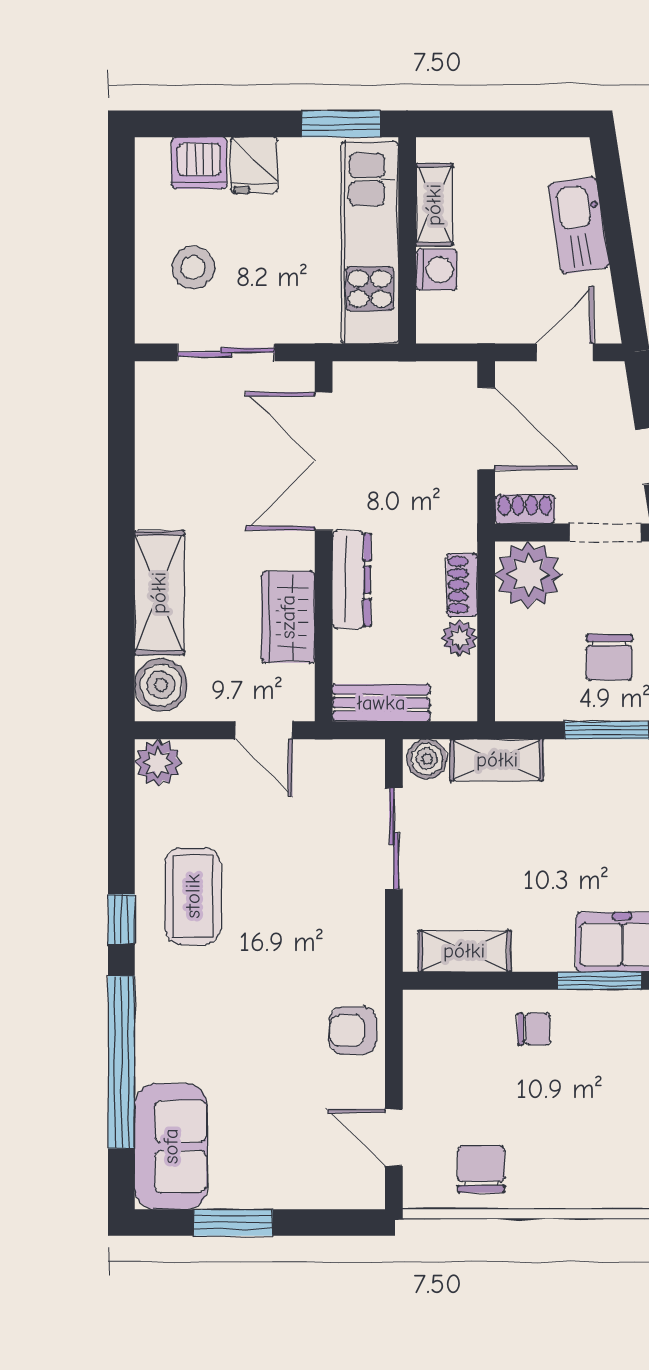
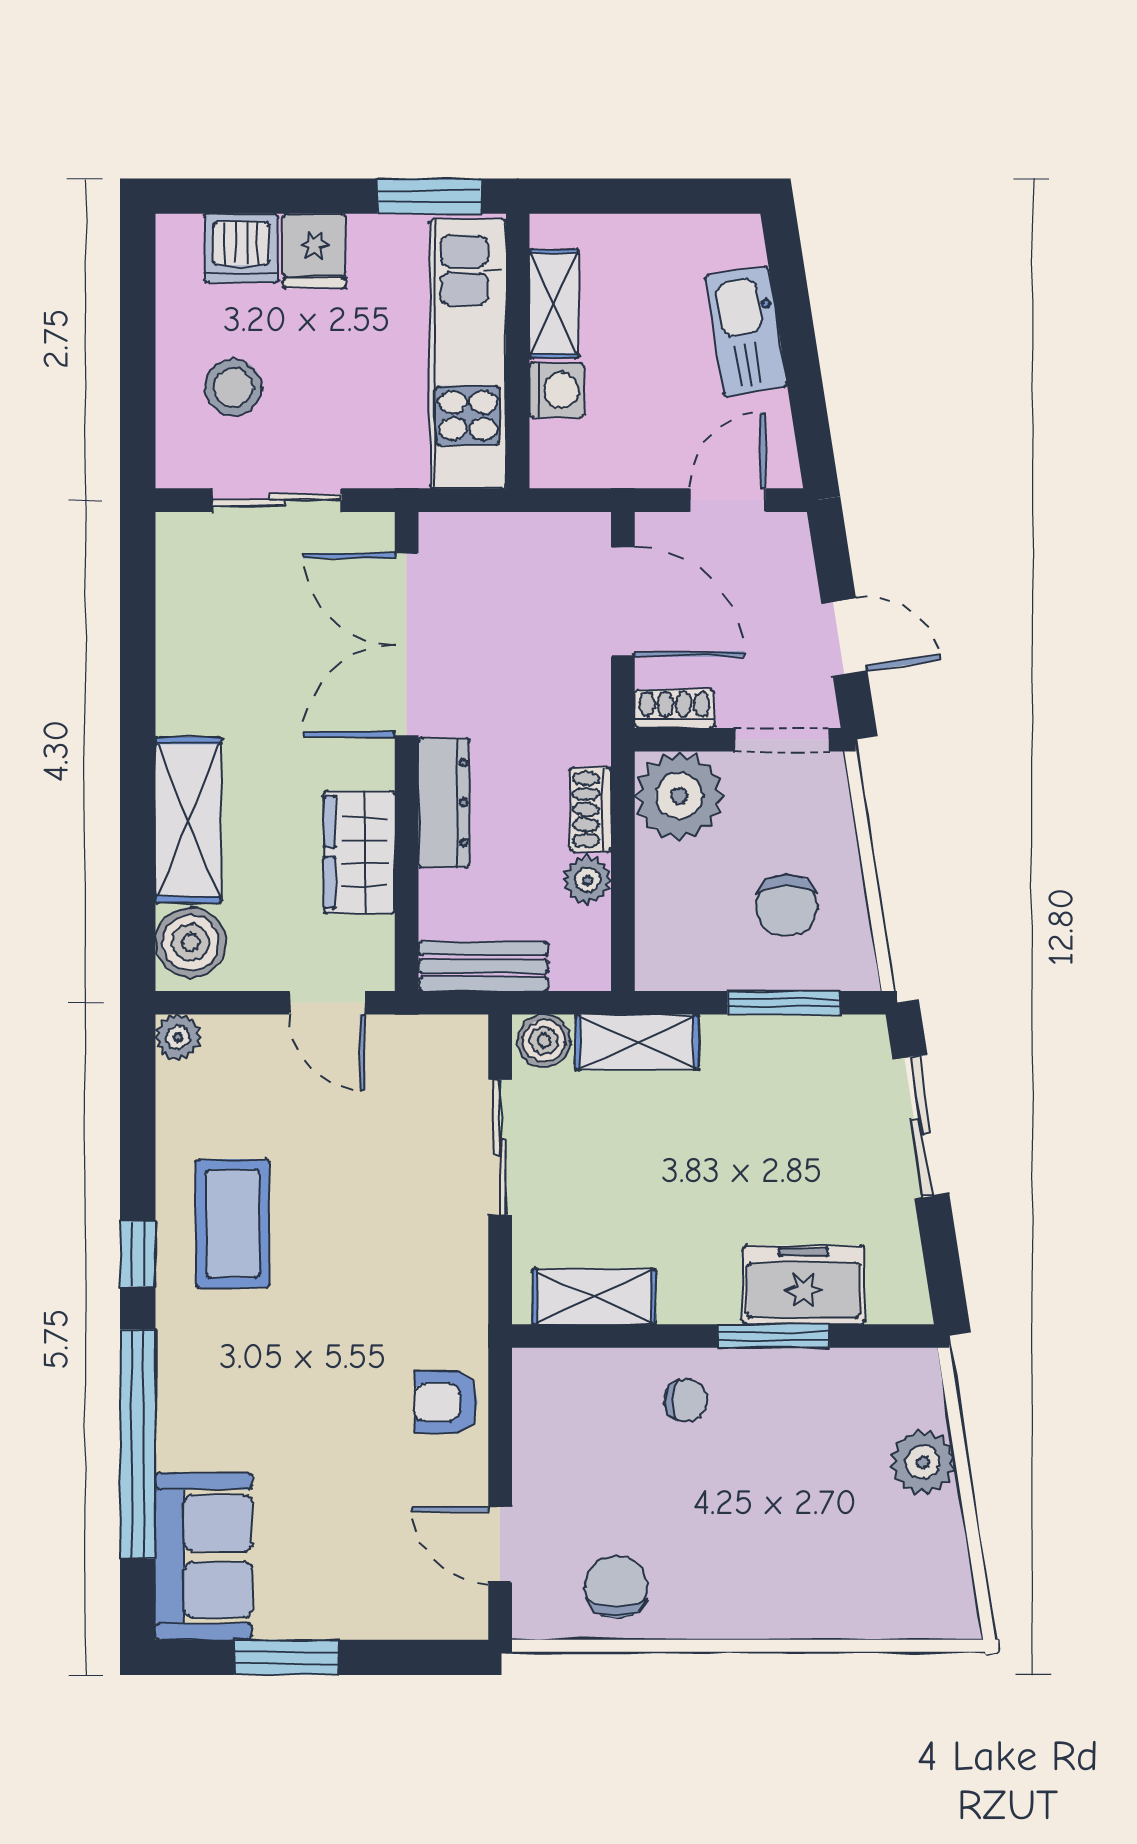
plant: (158, 763) -> (178, 1037), width x0.73, depth x0.73

